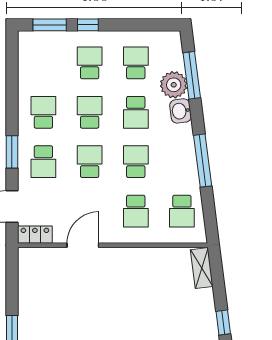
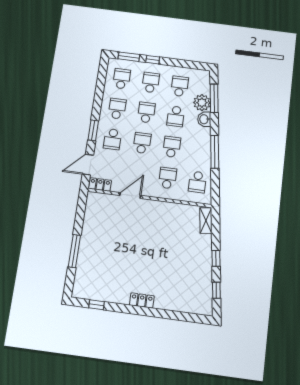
school desk: (43, 63) -> (122, 79), added
school desk: (136, 211) -> (168, 178), turned 180

